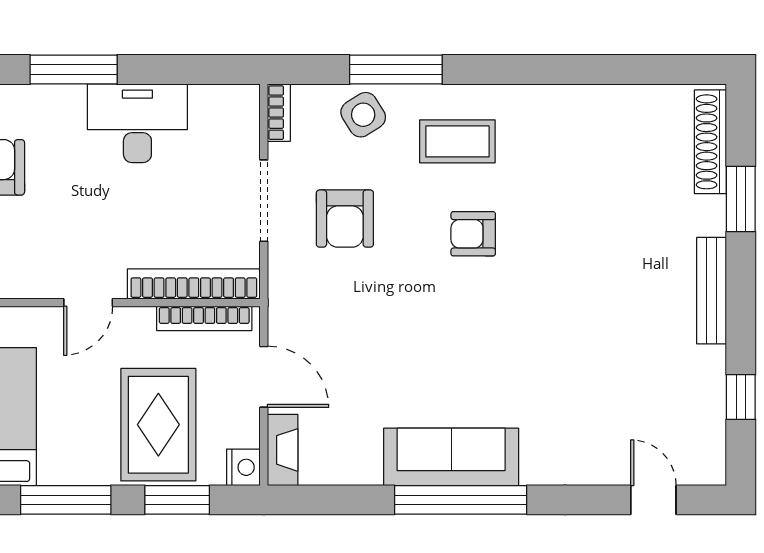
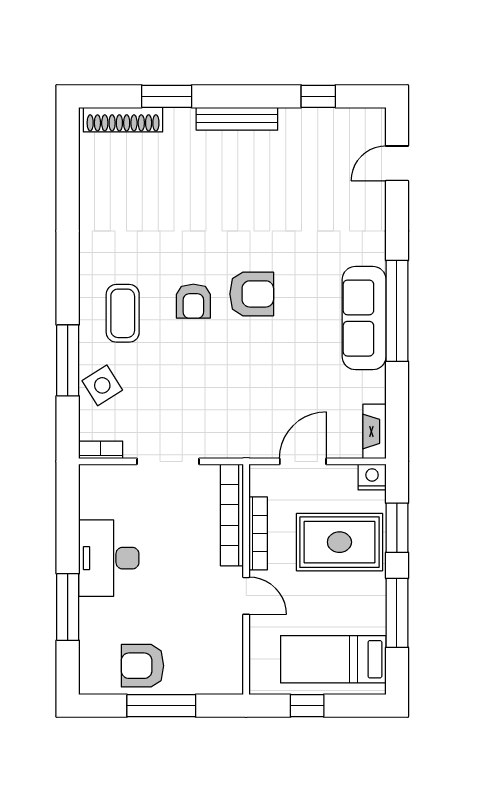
armchair: (345, 219) -> (252, 294), moved
bookcase: (204, 318) -> (258, 533), moved
fireplace: (283, 450) -> (374, 431), moved, turned -90

